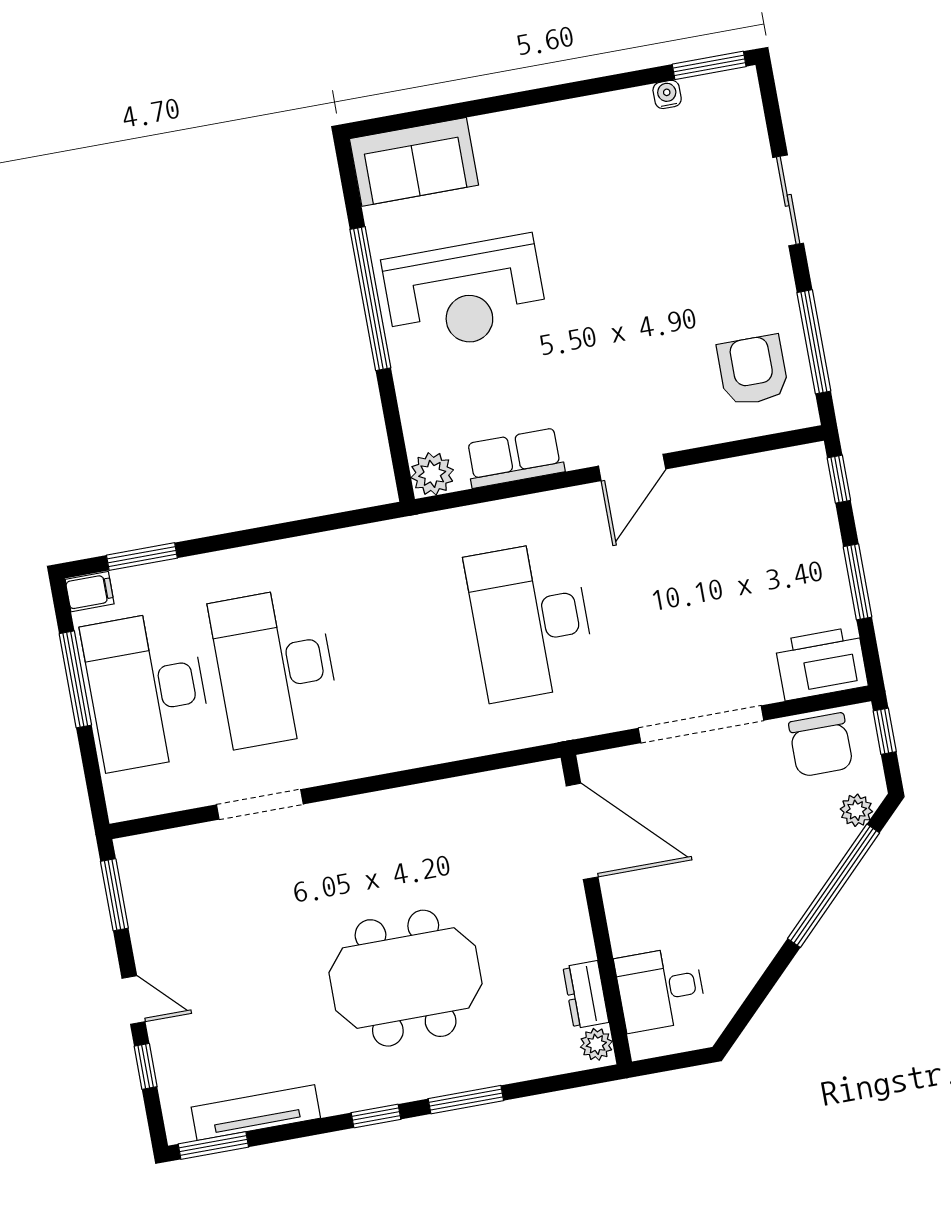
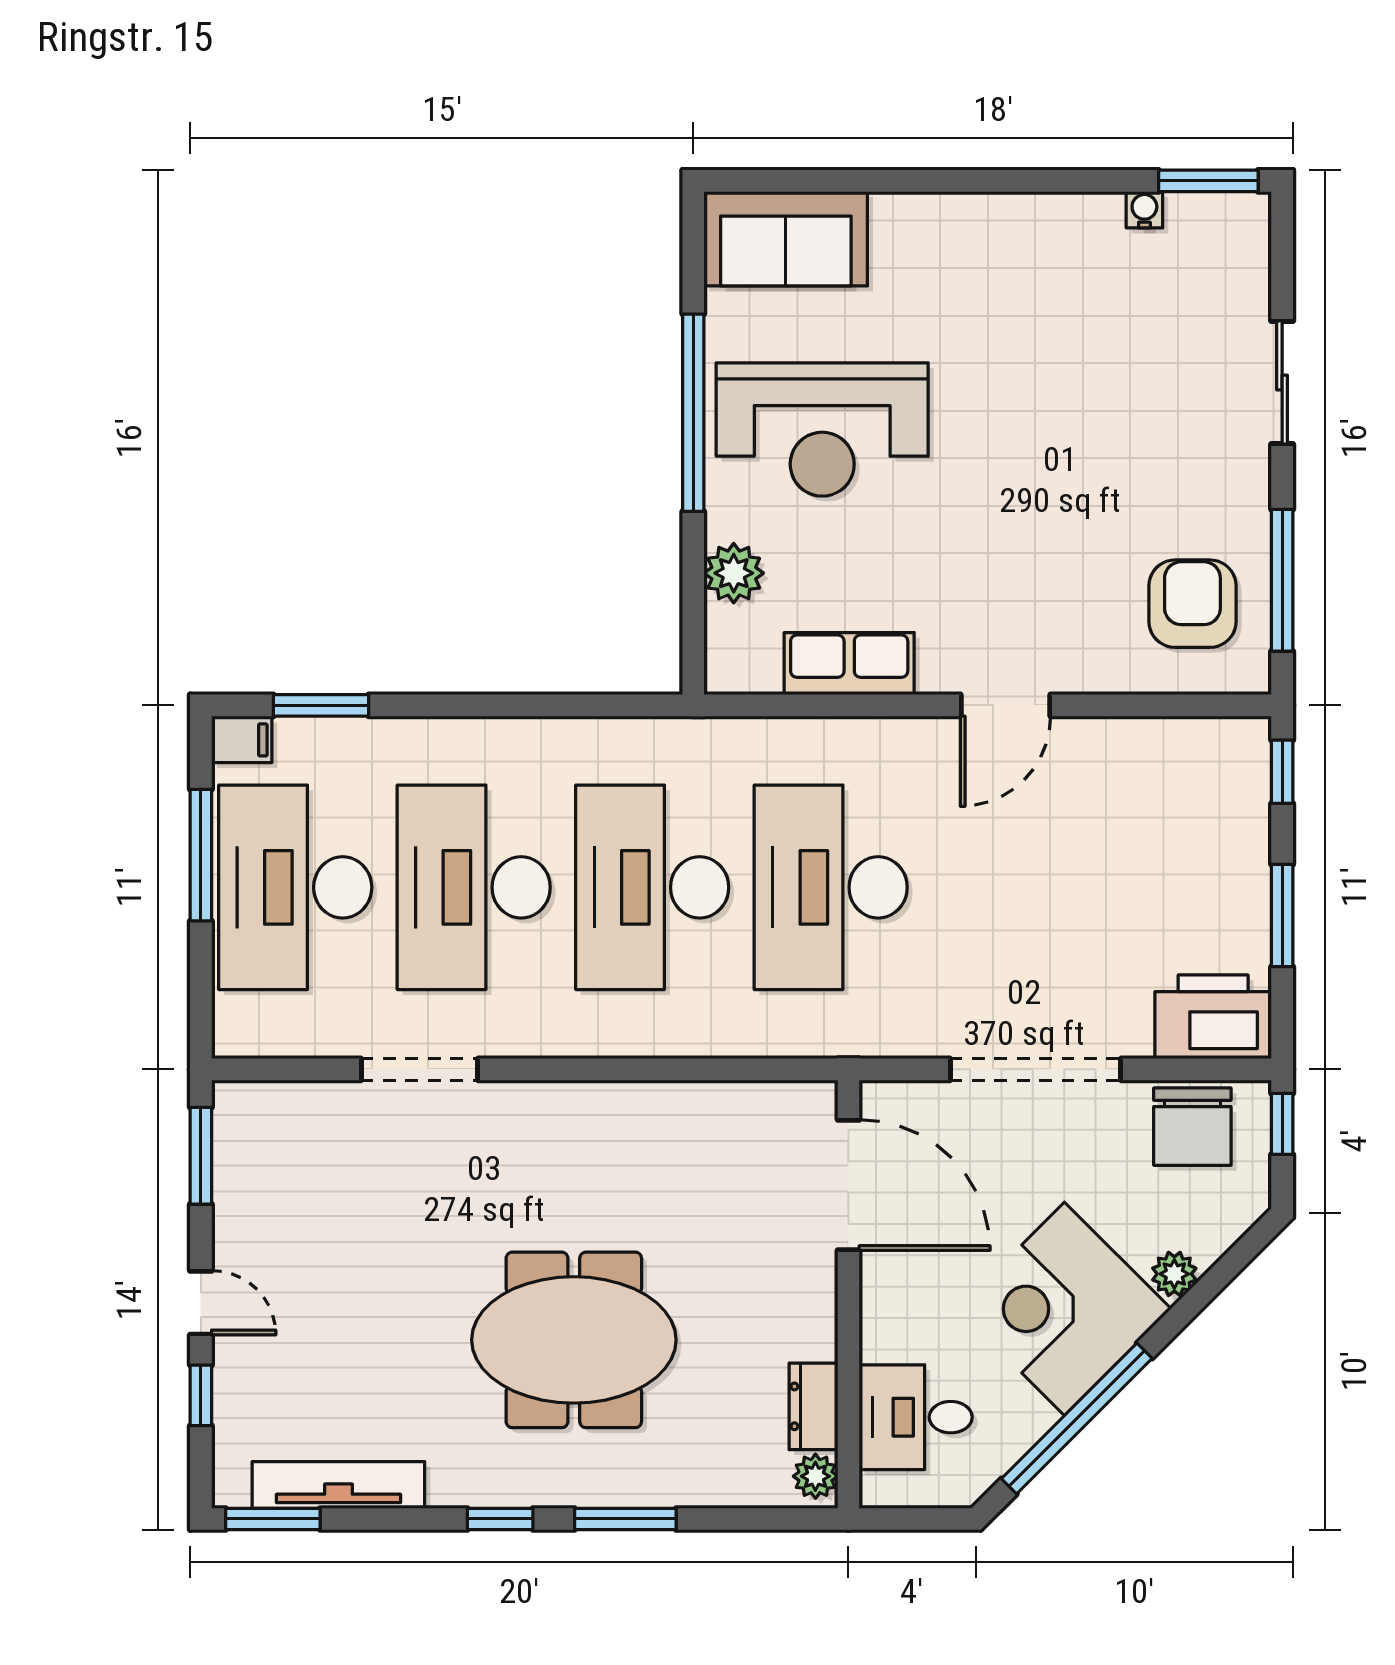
plant: (432, 474) -> (734, 573), moved
desk: (403, 644) -> (652, 887), added
plant: (856, 810) -> (1174, 1274), moved
window: (834, 886) -> (1077, 1418), moved
corner desk: (753, 892) -> (1064, 1309), added

